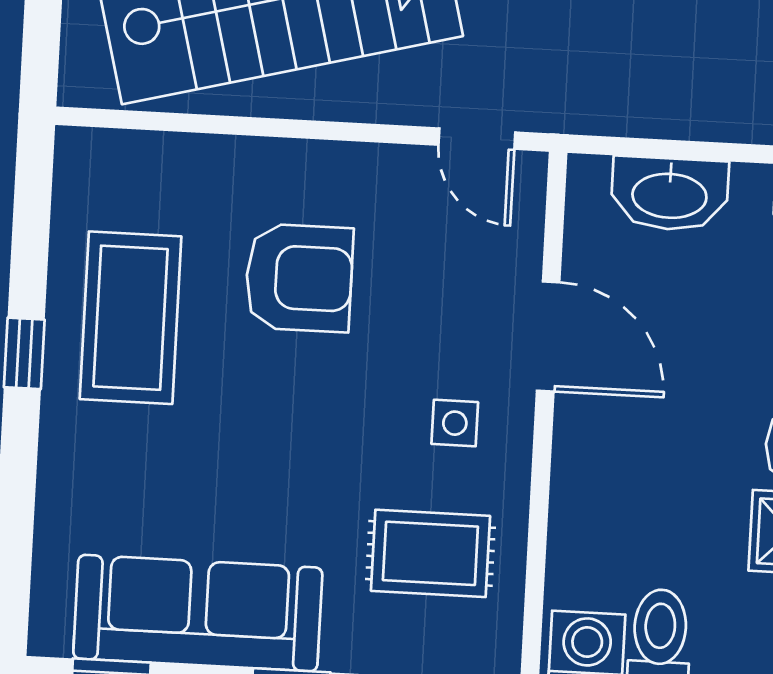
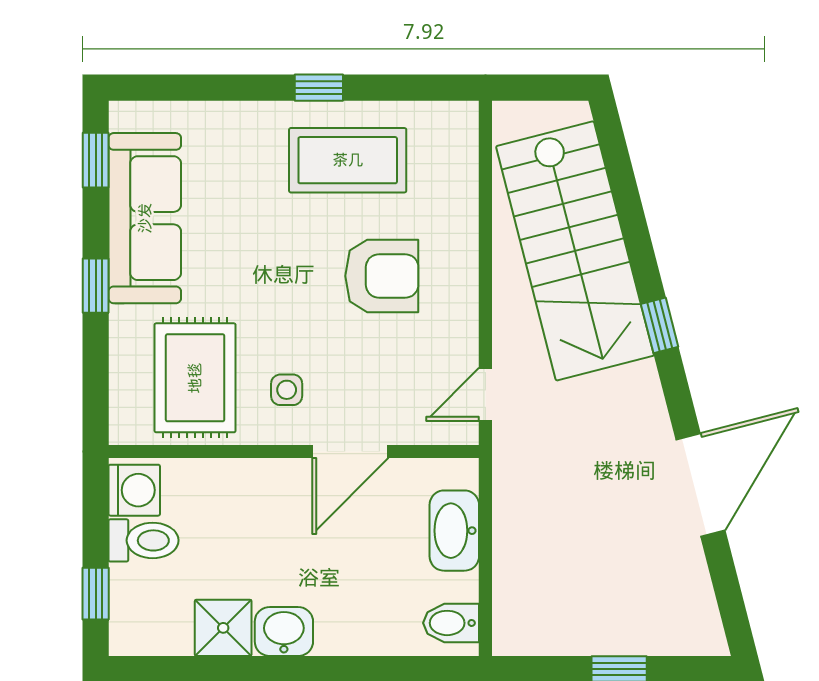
armchair: (299, 278) -> (382, 276), turned -90
rug: (430, 553) -> (195, 378), width x1.36, depth x1.43

